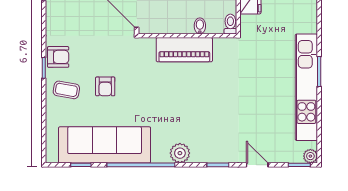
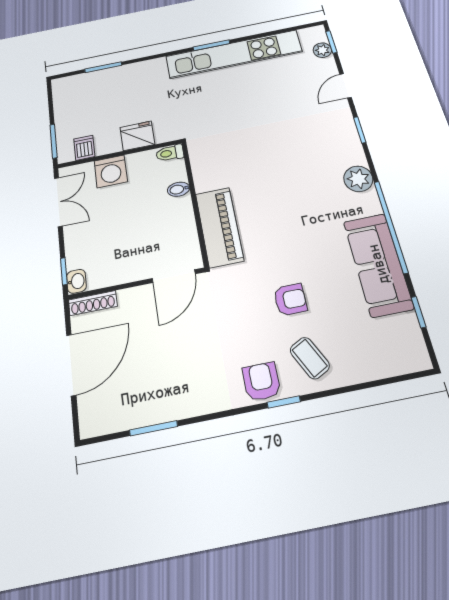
piano: (184, 50) -> (219, 227), moved
coffee table: (66, 90) -> (310, 358), turned -37
sofa: (105, 145) -> (378, 264), width x0.74, depth x0.79
plant: (310, 156) -> (322, 50), moved

